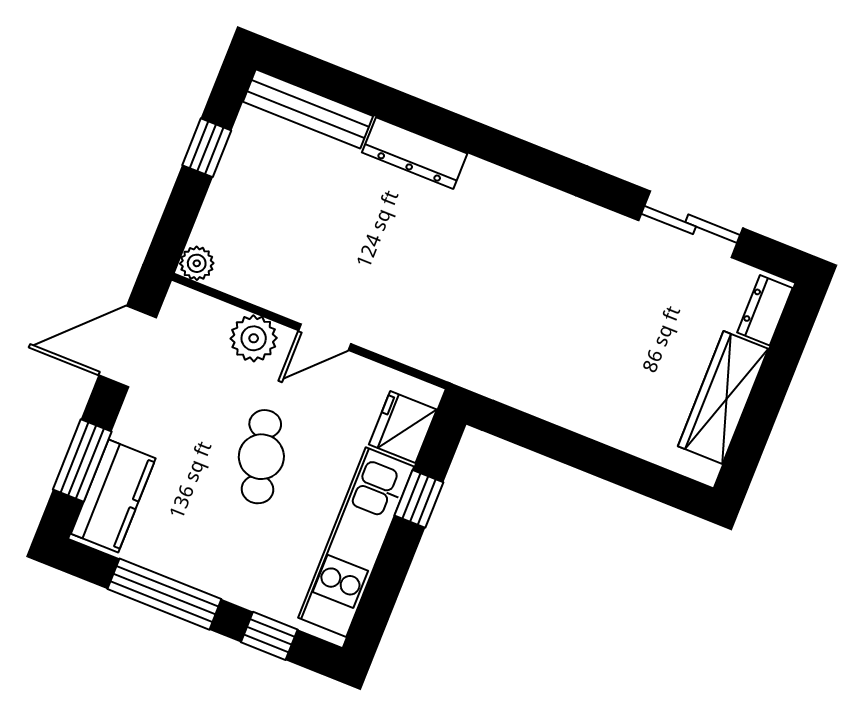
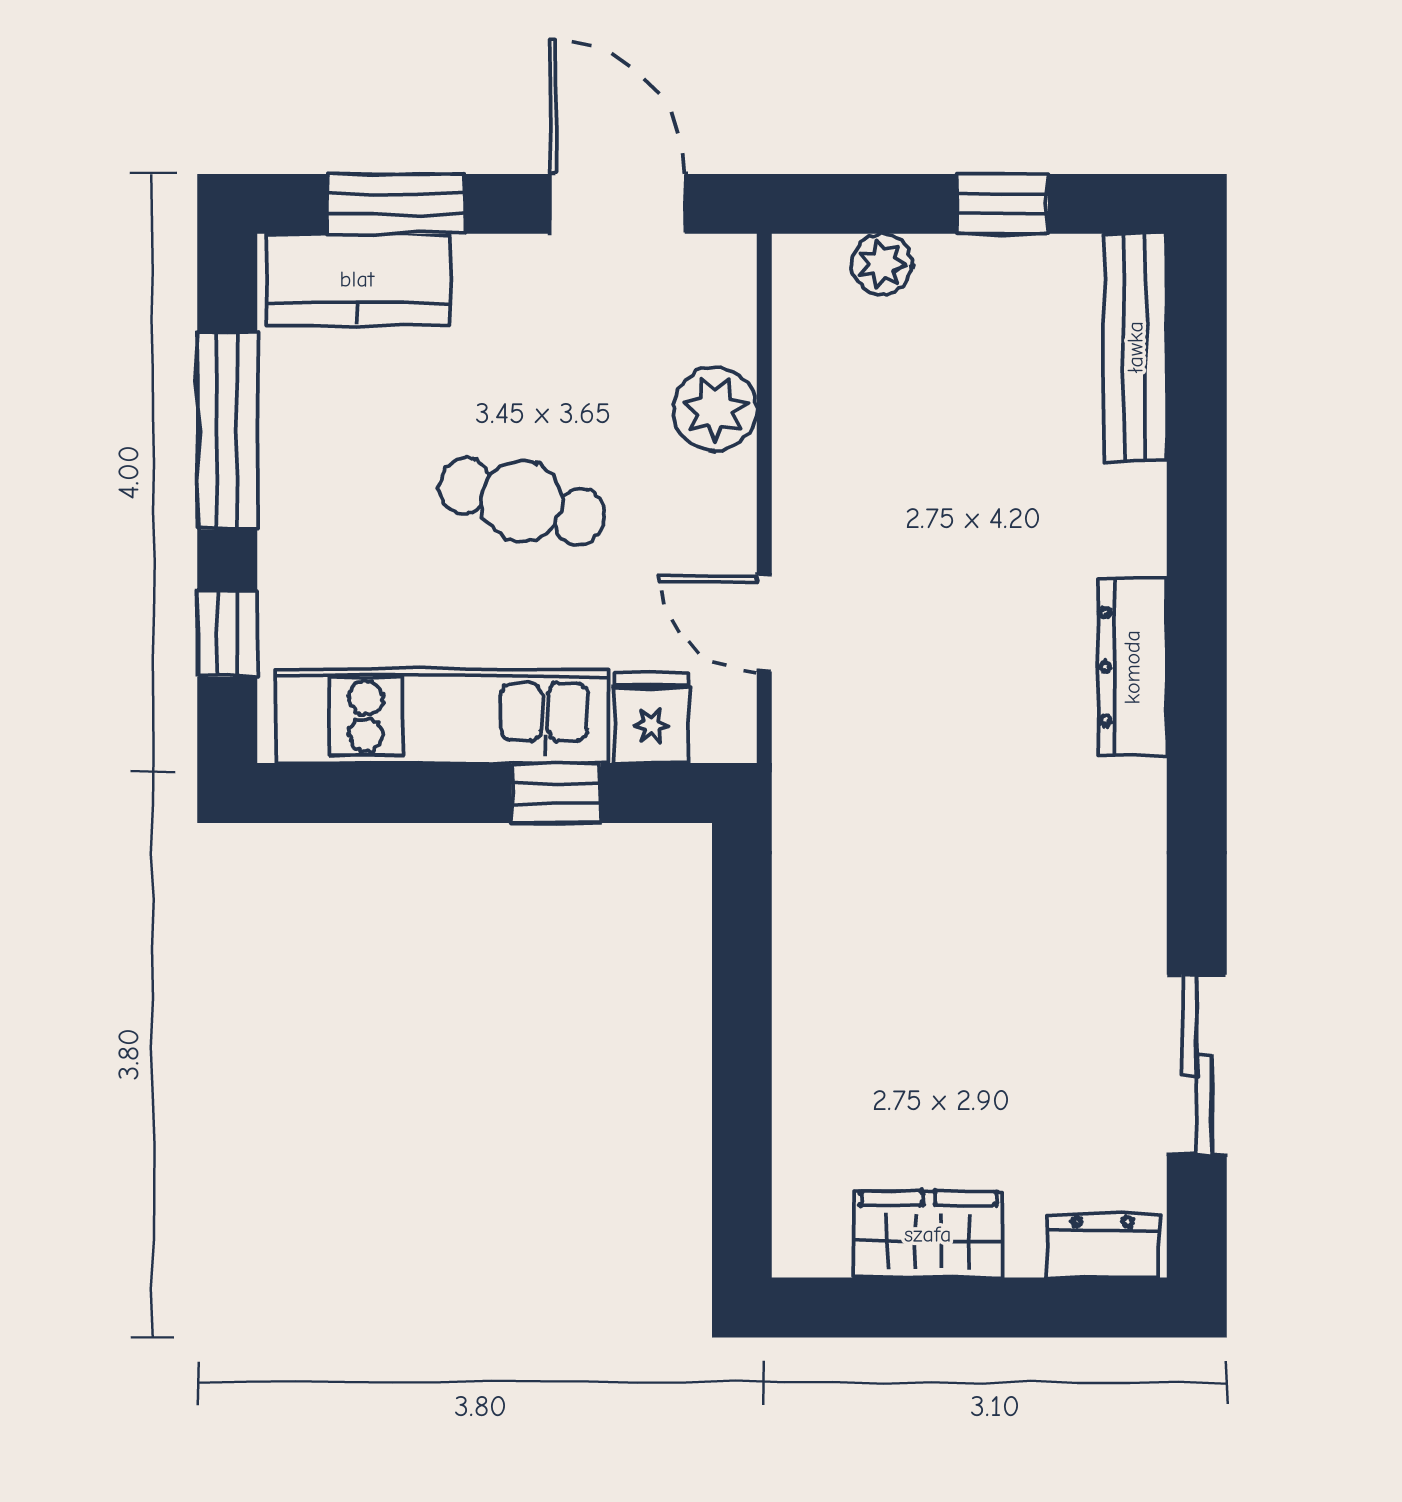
dresser: (415, 153) -> (1132, 667), moved
plant: (197, 263) -> (882, 264), moved
door: (325, 337) -> (764, 623), moved
wardrobe: (723, 398) -> (928, 1234), width x0.67
fridge: (403, 427) -> (651, 718), width x0.72
cafe table: (261, 457) -> (522, 501), turned 30

